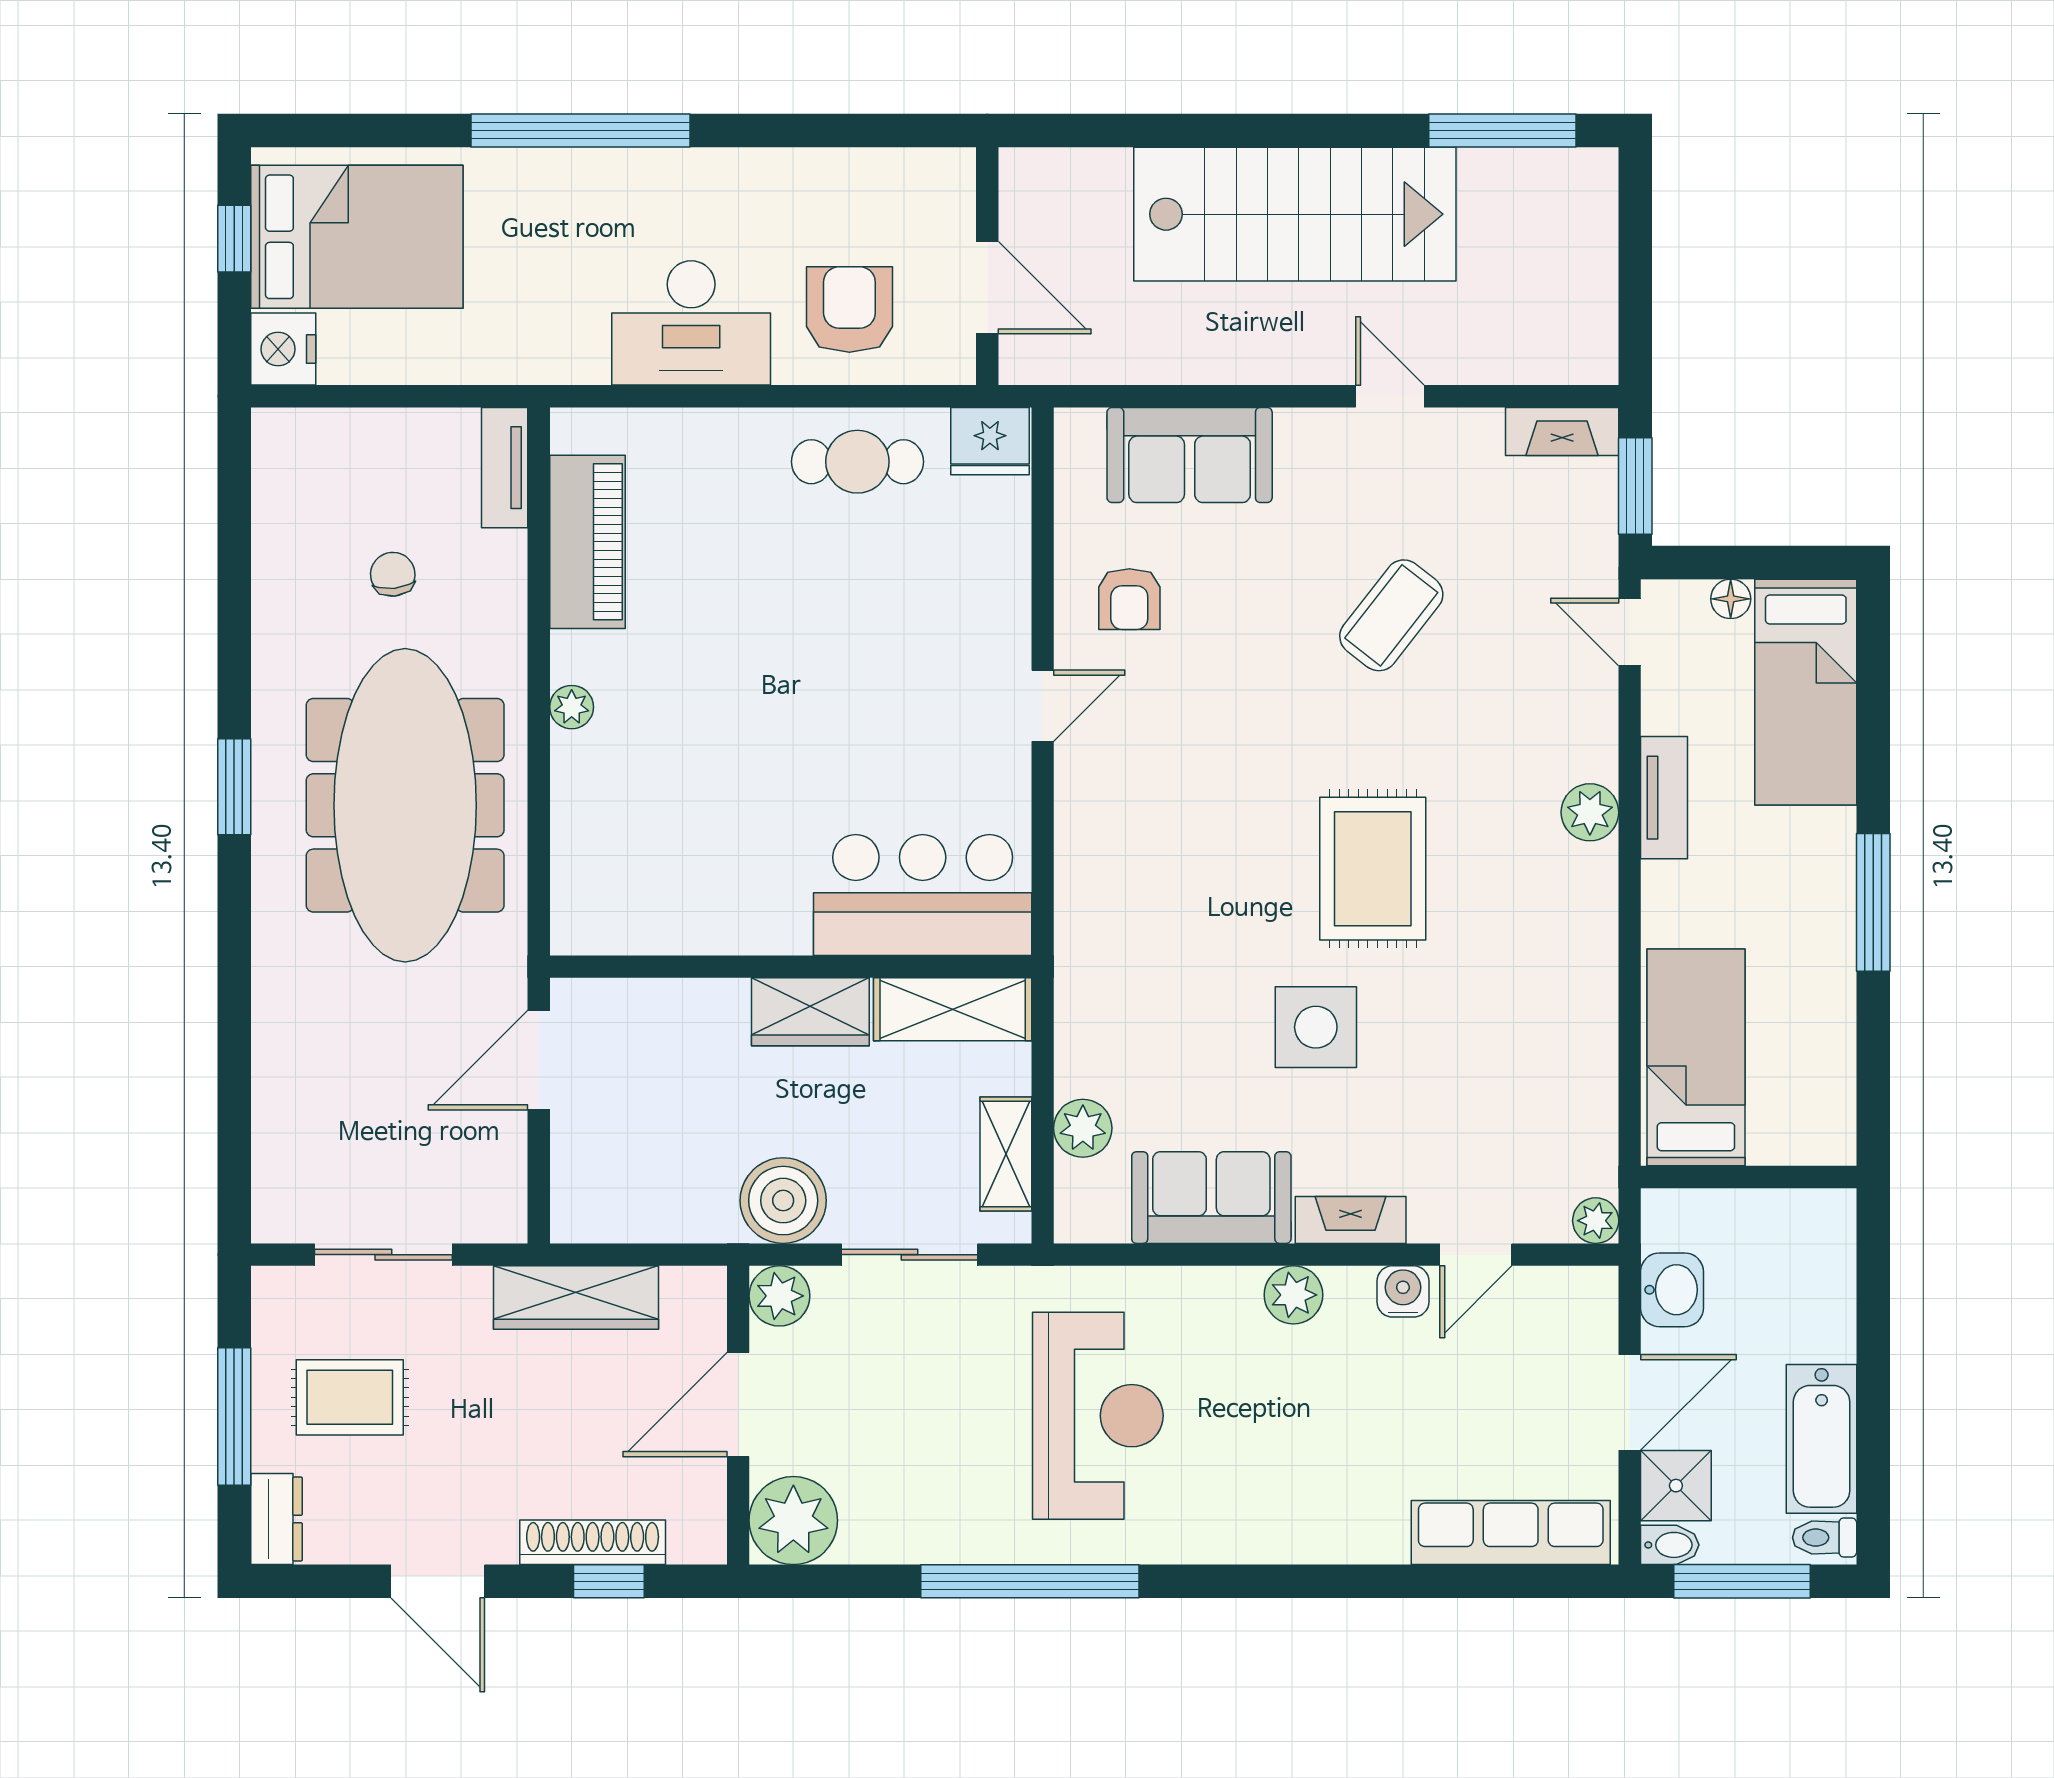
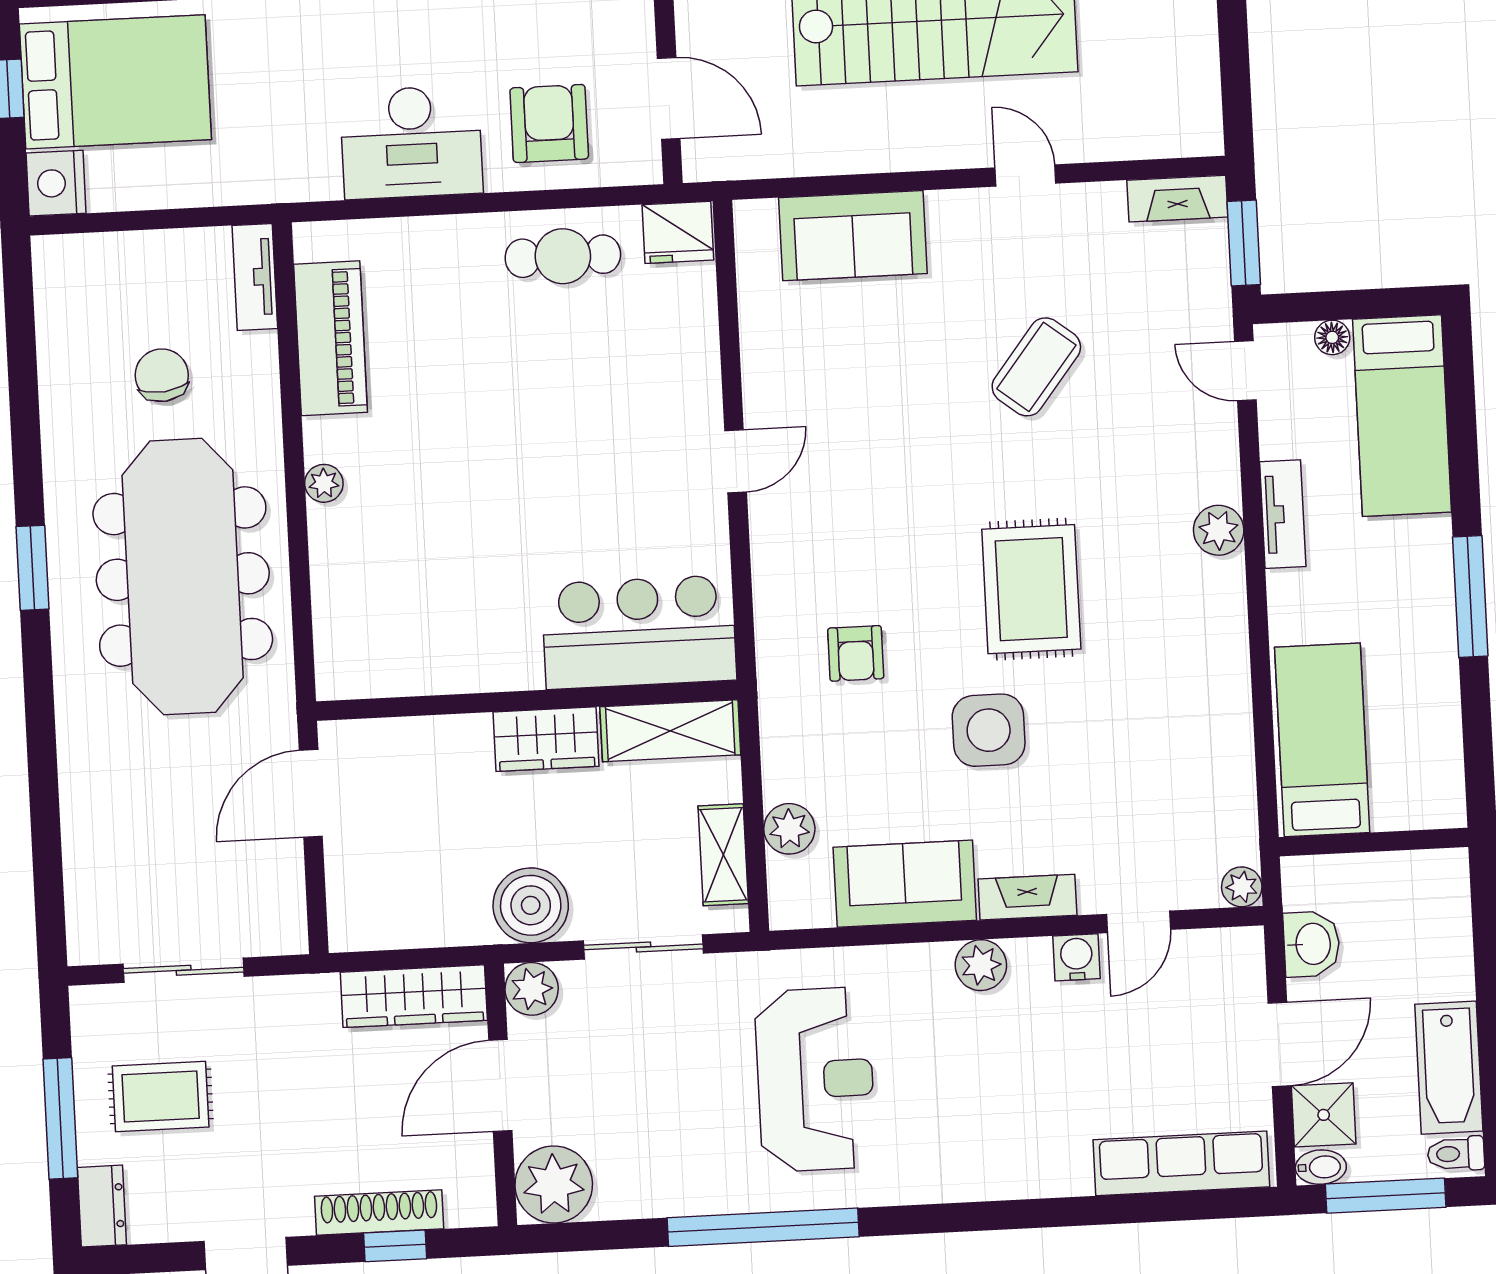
chair: (393, 574) -> (162, 375), width x1.37, depth x1.37
armchair: (1129, 599) -> (856, 653), moved
wardrobe: (576, 1298) -> (414, 996), moved

